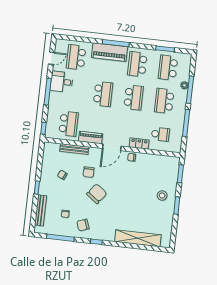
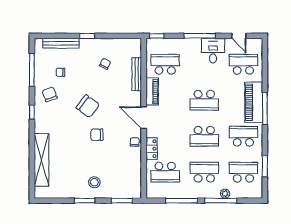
school desk: (69, 124) -> (165, 64), turned 180
school desk: (160, 134) -> (165, 172), width x1.85
chair: (89, 172) -> (97, 135), moved

